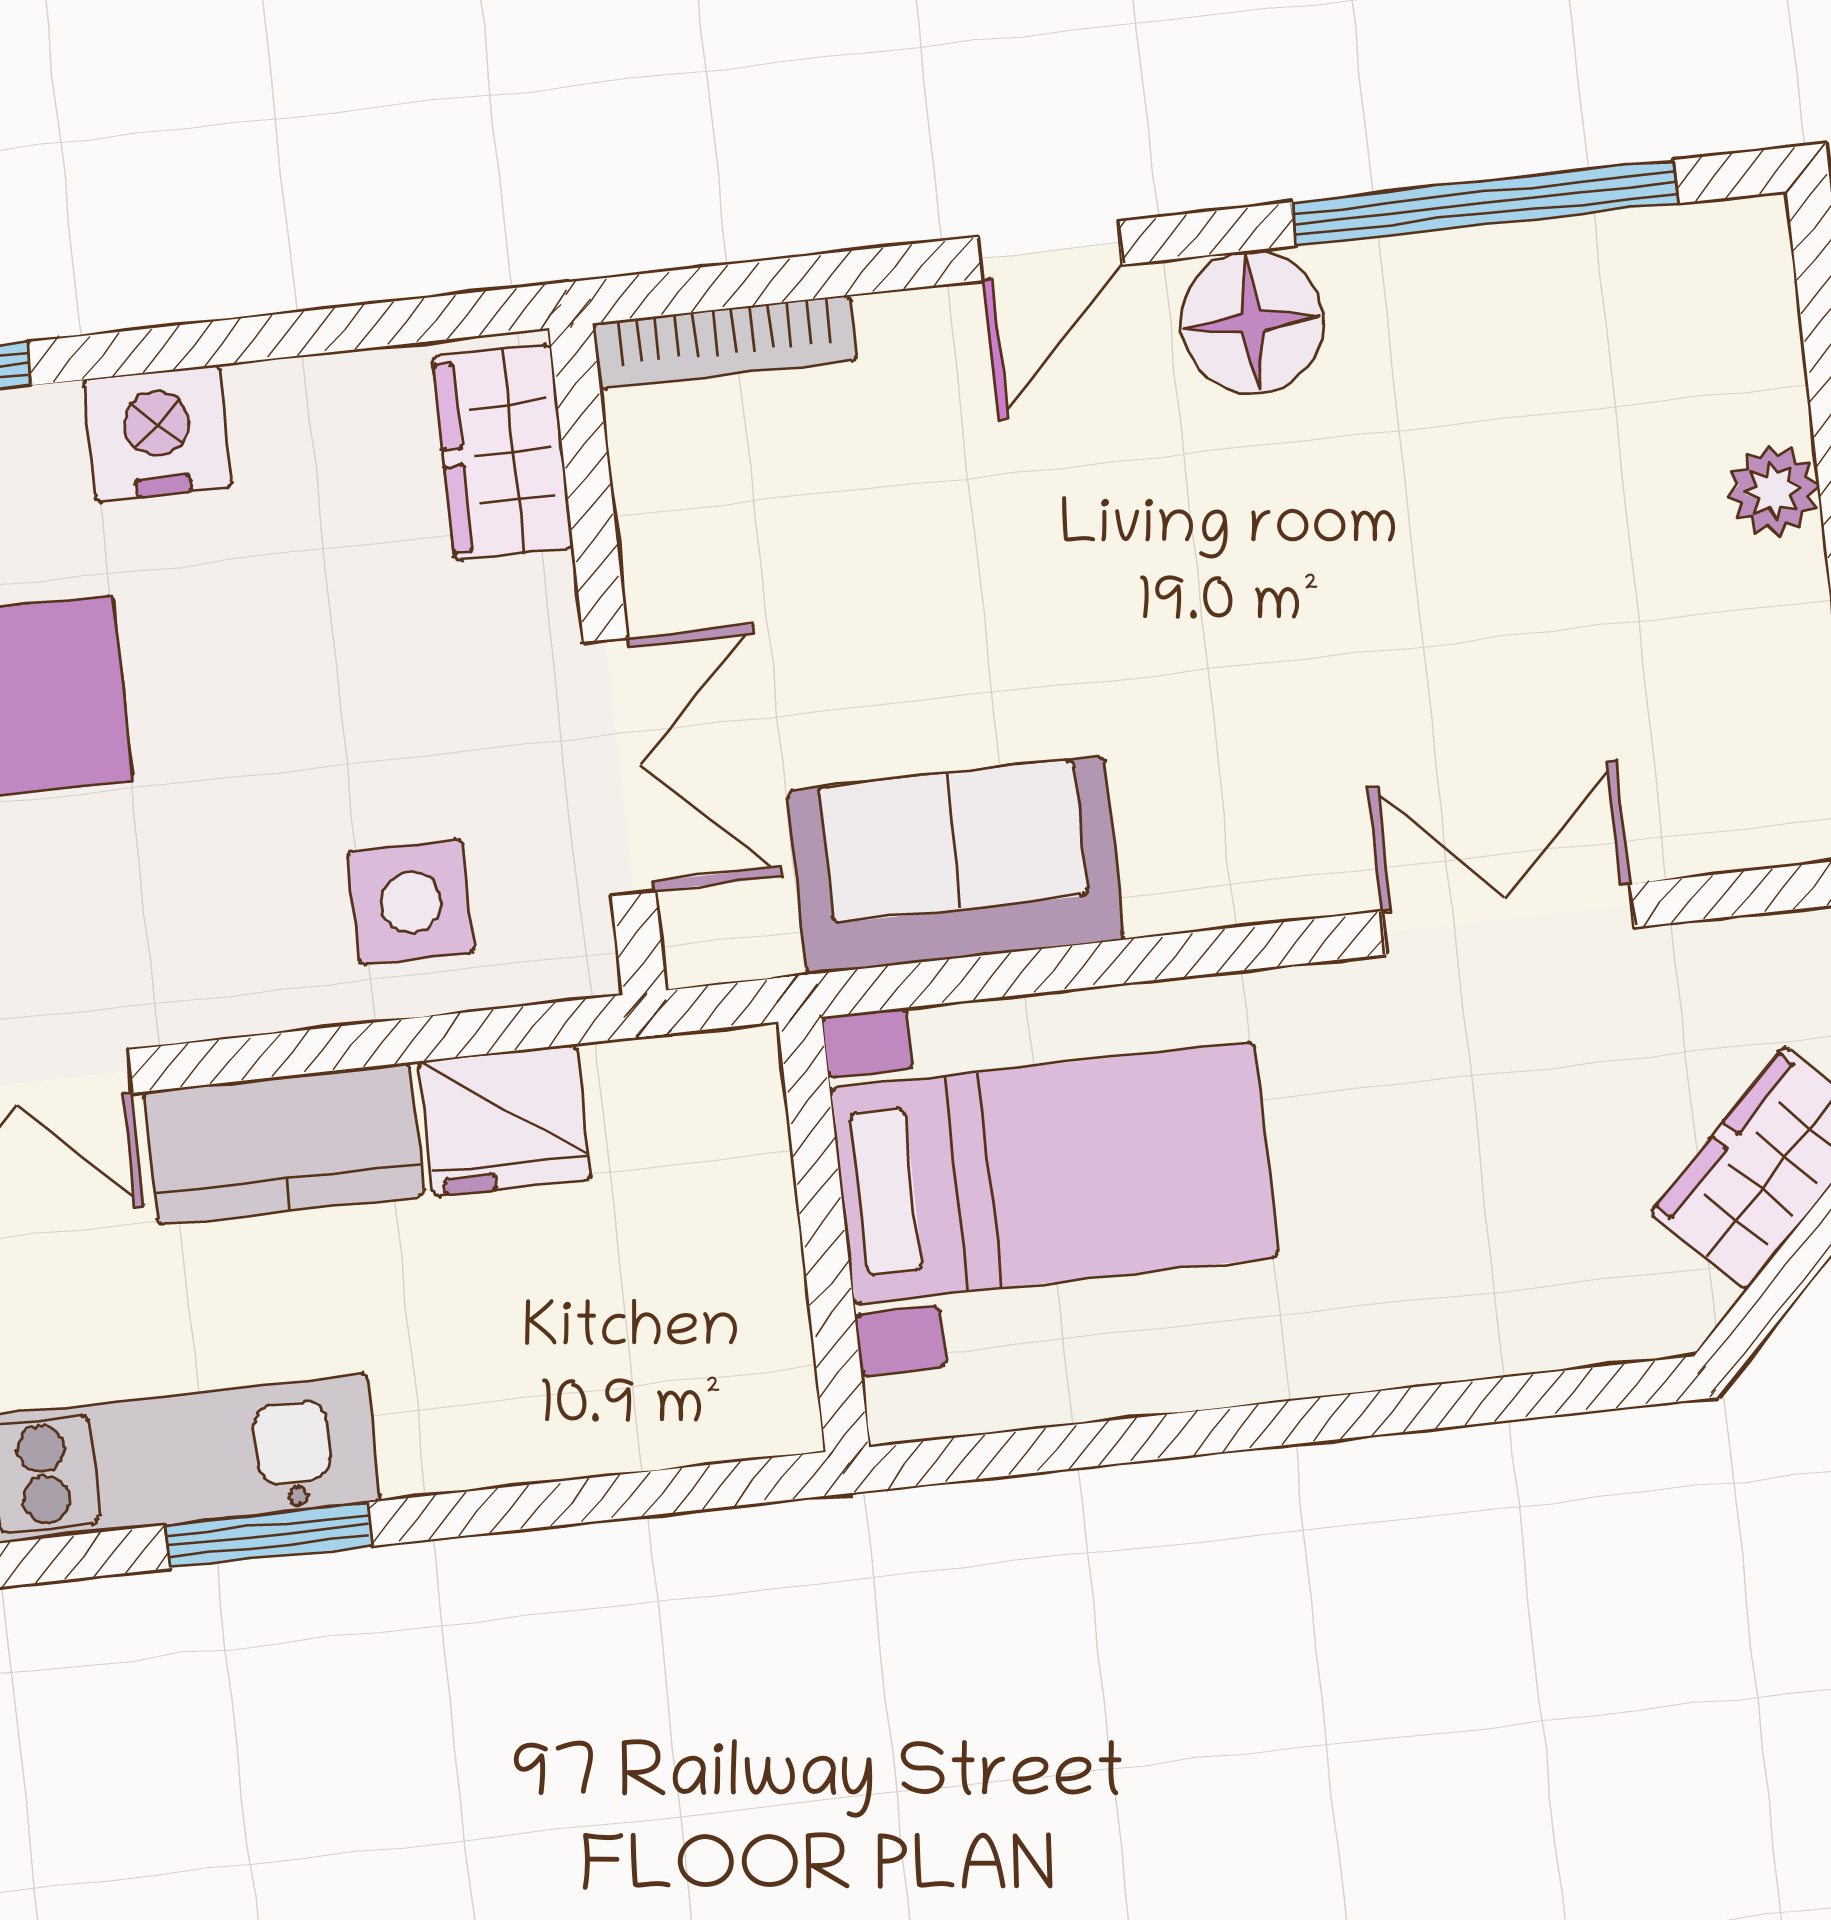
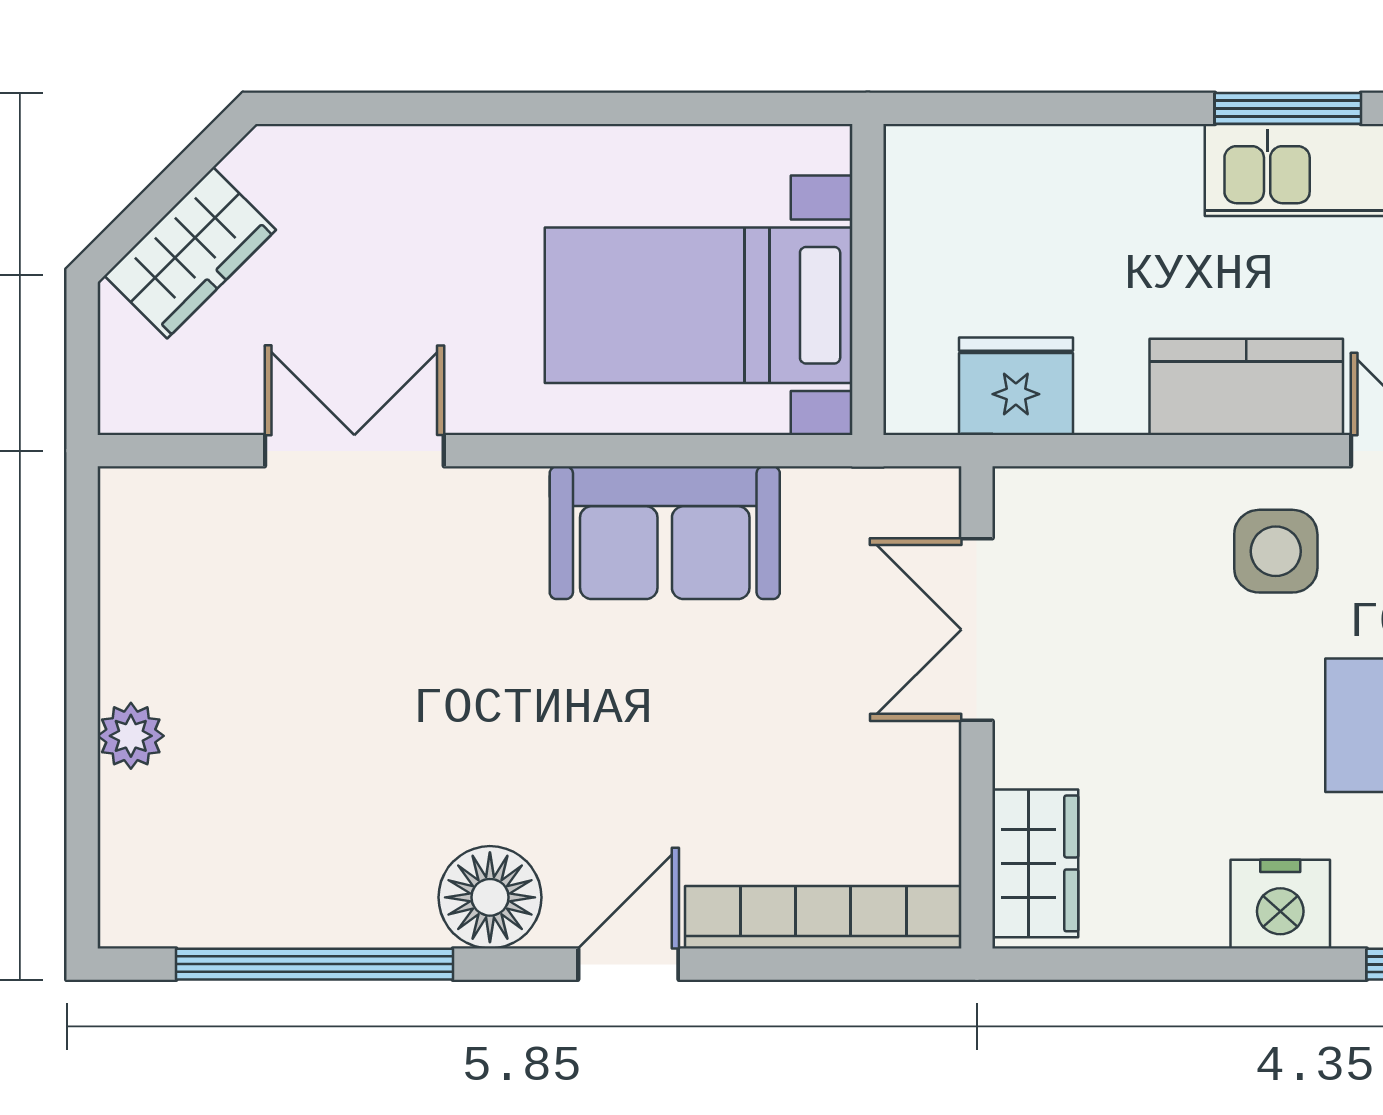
bookcase: (725, 342) -> (823, 917), width x1.48, depth x1.31
sofa: (956, 865) -> (665, 533), moved
side table: (411, 902) -> (1276, 551), moved
double door: (1508, 919) -> (354, 451), swing flipped
fridge: (505, 1120) -> (1016, 386), moved

